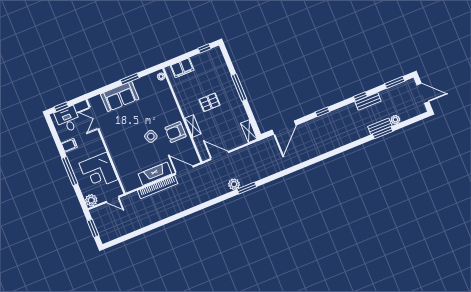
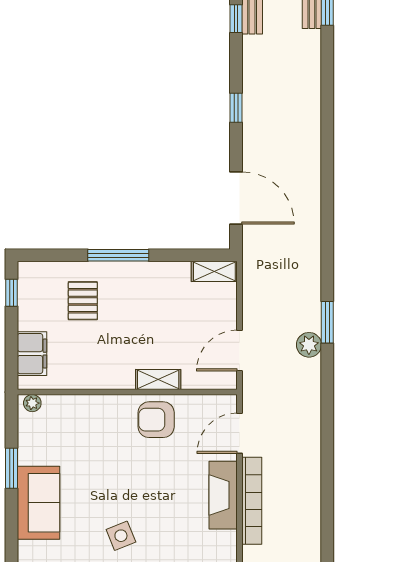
pallet: (209, 102) -> (83, 301), moved
armchair: (176, 132) -> (156, 420), turned 90
side table: (151, 136) -> (121, 536), moved

